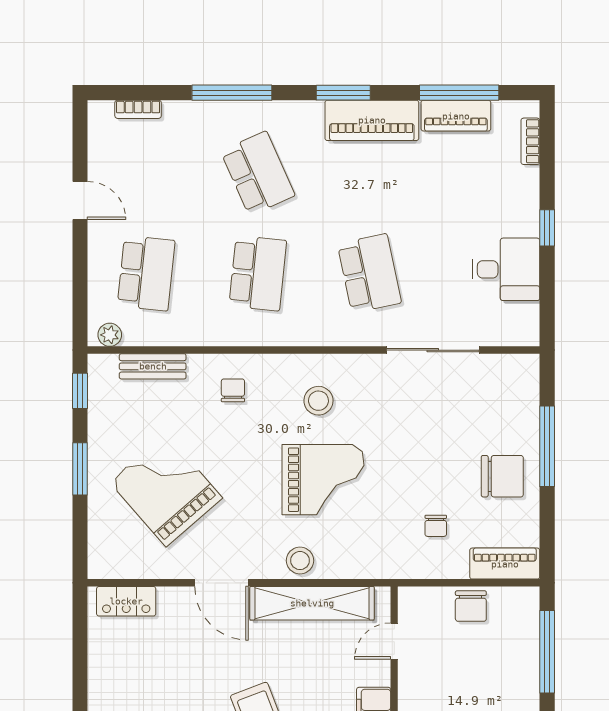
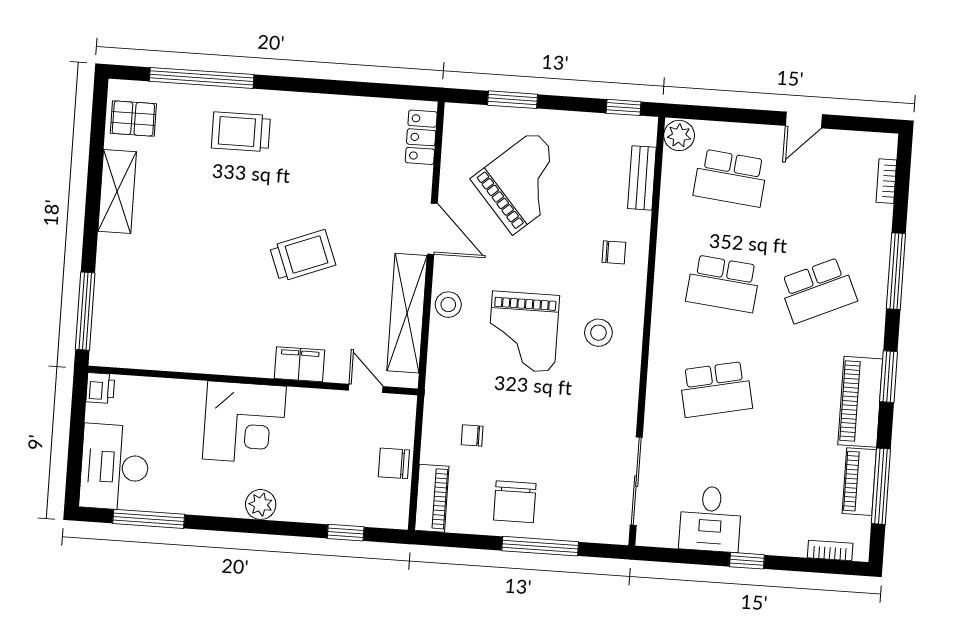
plant: (110, 335) -> (679, 135), width x1.38, depth x1.38
sliding door: (433, 350) -> (636, 481), moved
window: (80, 469) -> (512, 100), moved
door: (221, 583) -> (432, 229), swing flipped
window: (547, 652) -> (346, 533), width x0.46

